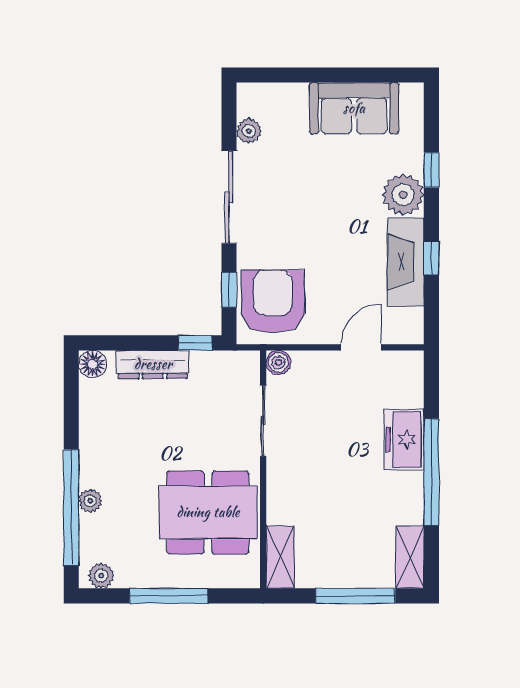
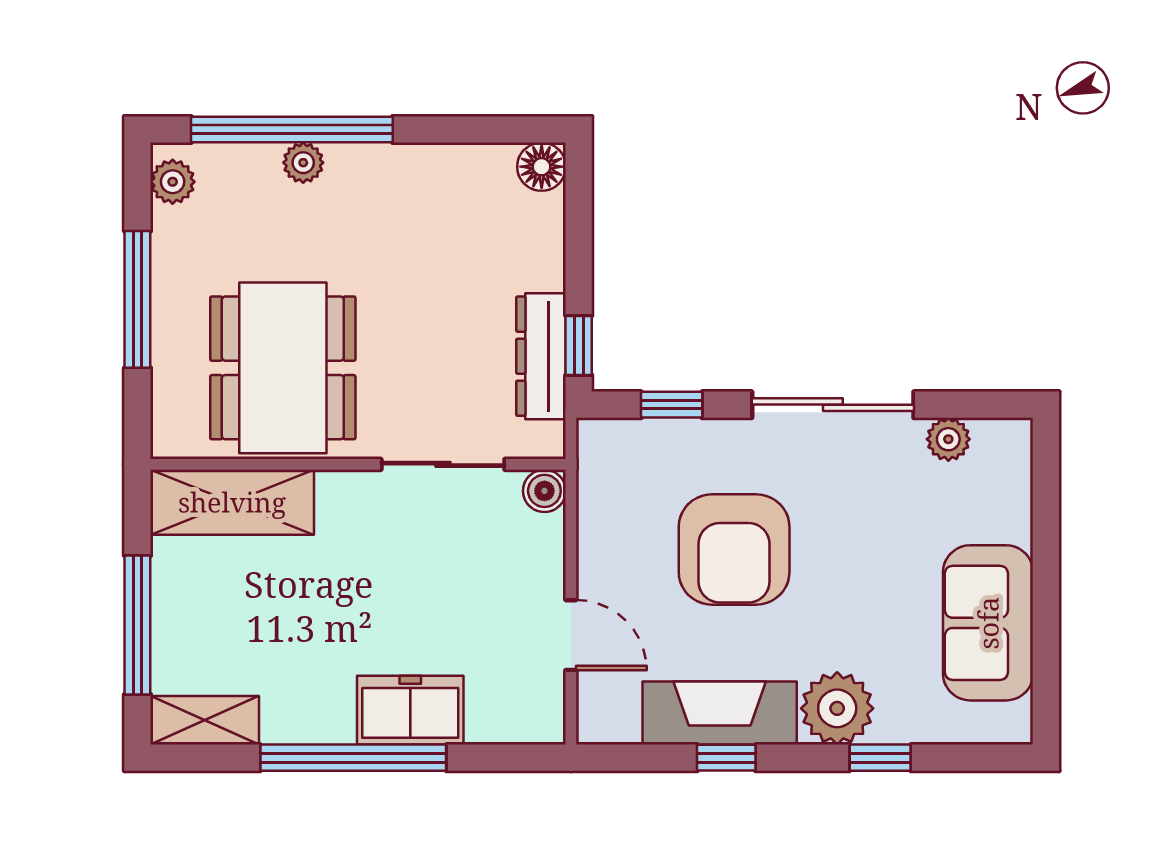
armchair: (273, 301) -> (734, 549), moved, turned 90
dresser: (153, 364) -> (541, 356), moved
shelving: (280, 557) -> (232, 502), width x1.50, depth x1.33

